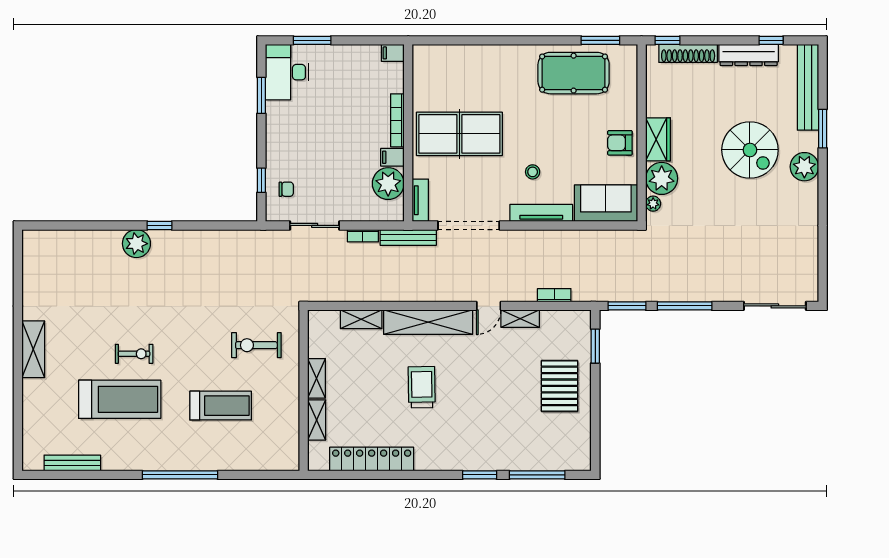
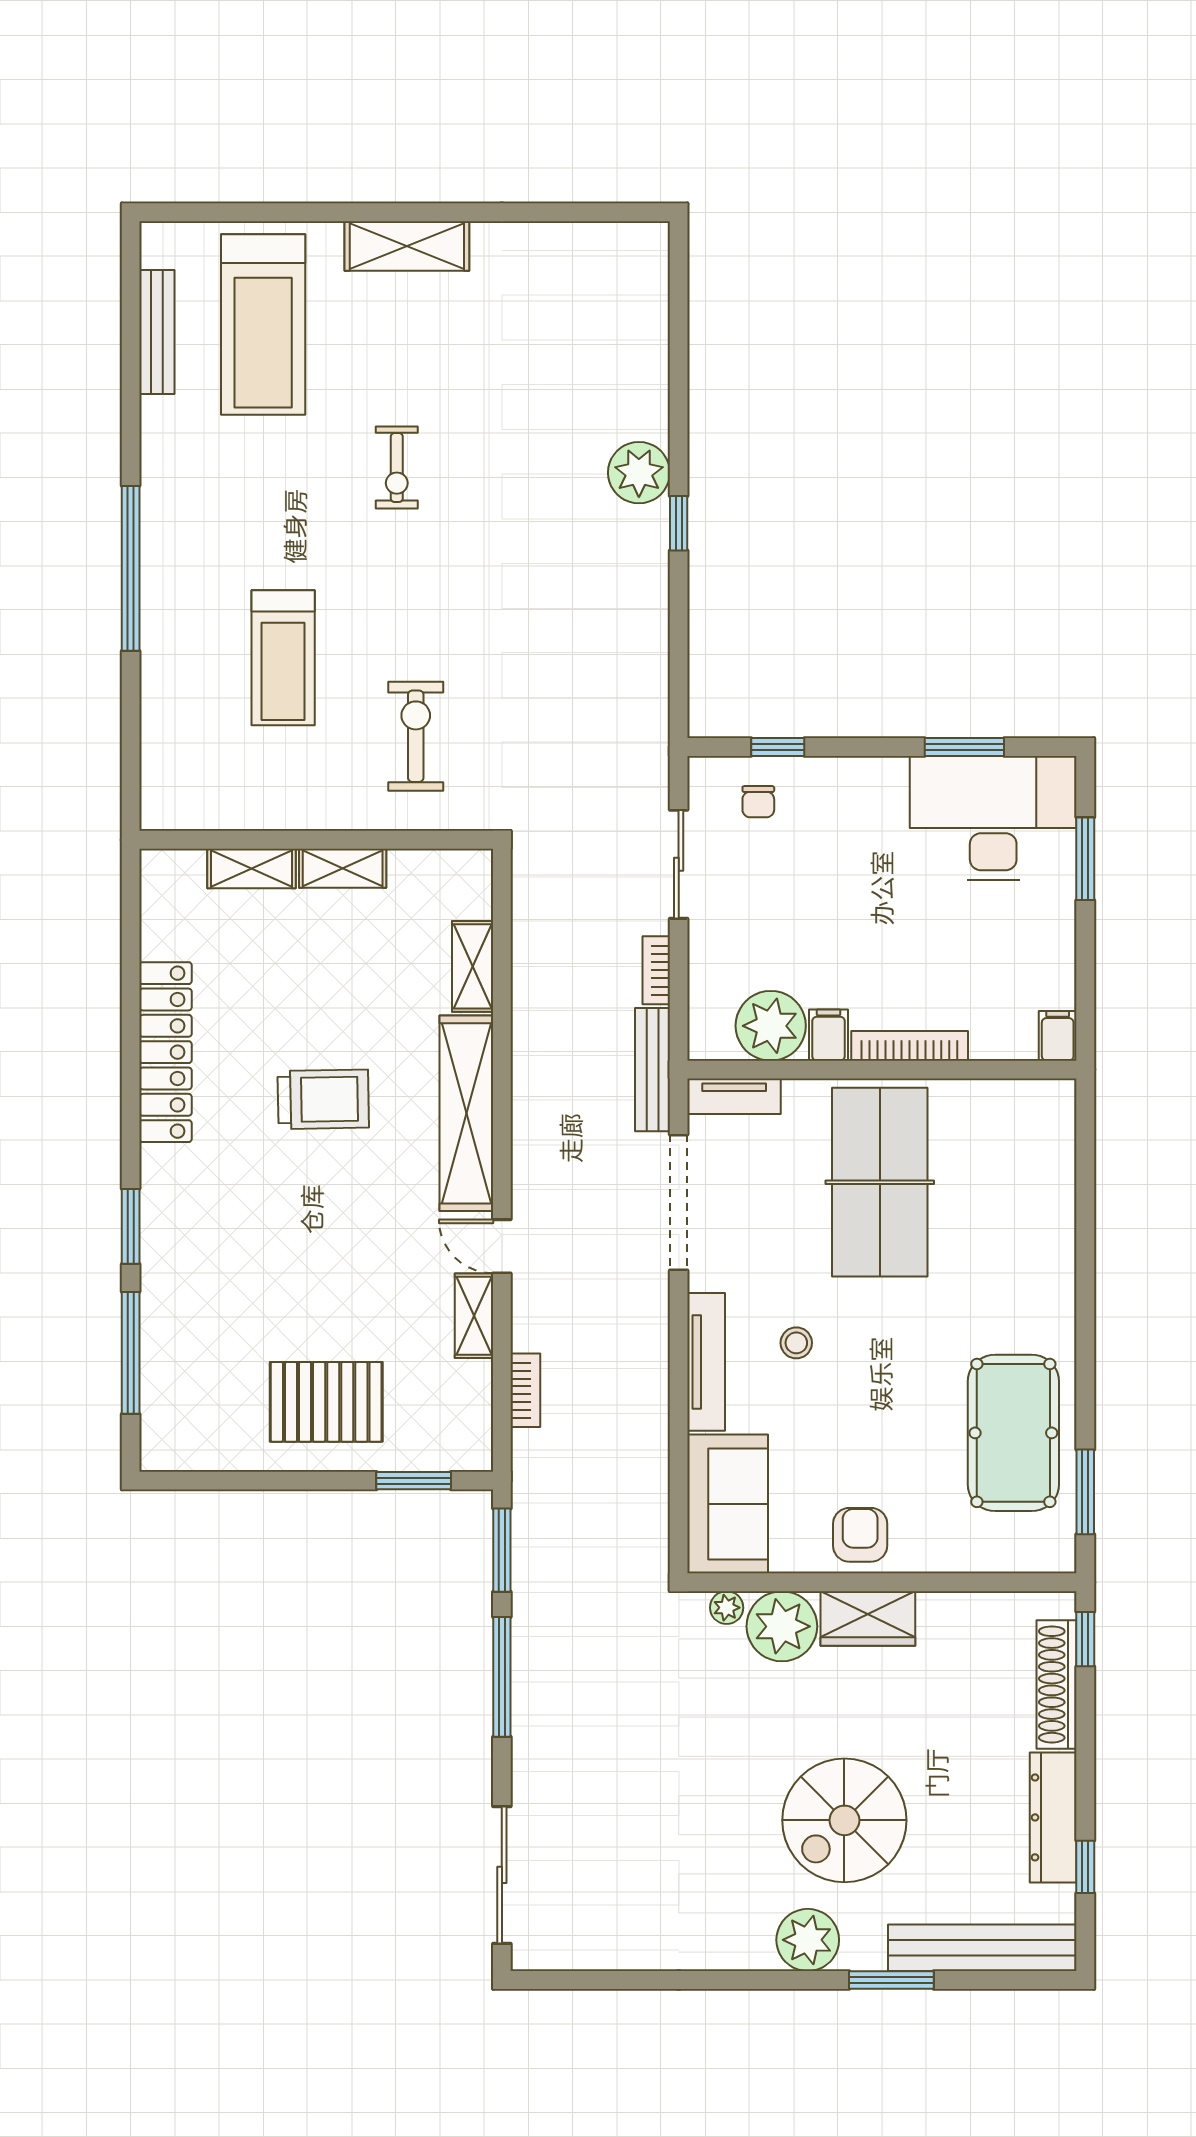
desk: (287, 72) -> (993, 818), width x1.36, depth x1.30
treadmill: (120, 399) -> (263, 325), moved
locker: (372, 459) -> (166, 1052), moved

